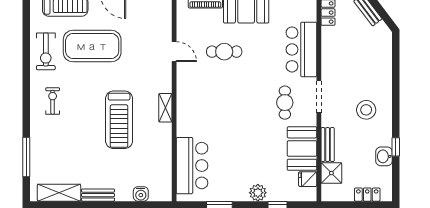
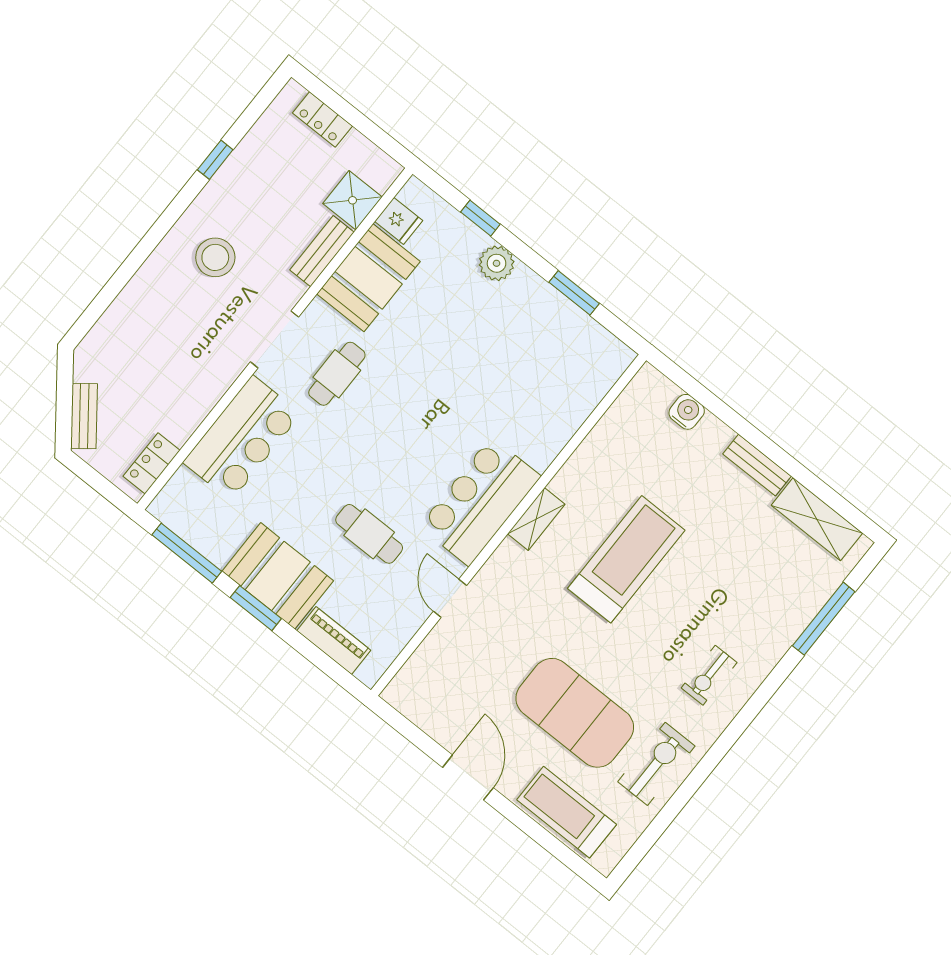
washbasin: (384, 156) -> (246, 159), removed
bar counter: (192, 166) -> (480, 501), moved

